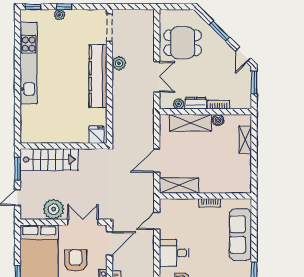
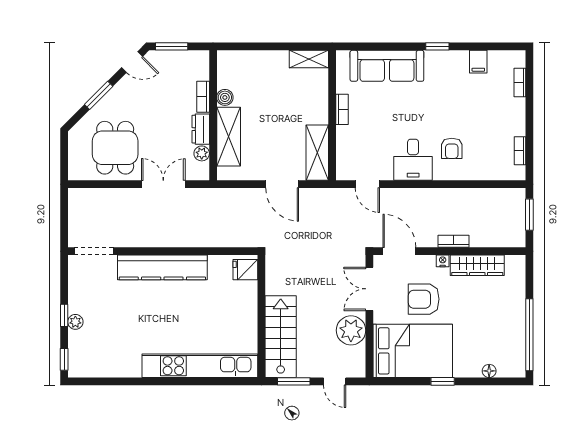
kitchen unit: (29, 63) -> (200, 366), moved
plant: (119, 63) -> (144, 238), removed
shelving: (245, 140) -> (309, 59), moved

